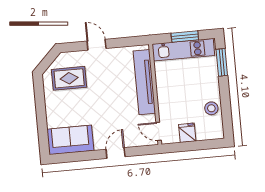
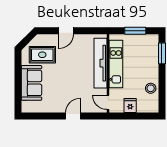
door: (97, 45) -> (66, 31), swing flipped
kitchen unit: (183, 50) -> (116, 64), moved, turned -90
sofa: (70, 140) -> (31, 83), moved, turned 90

